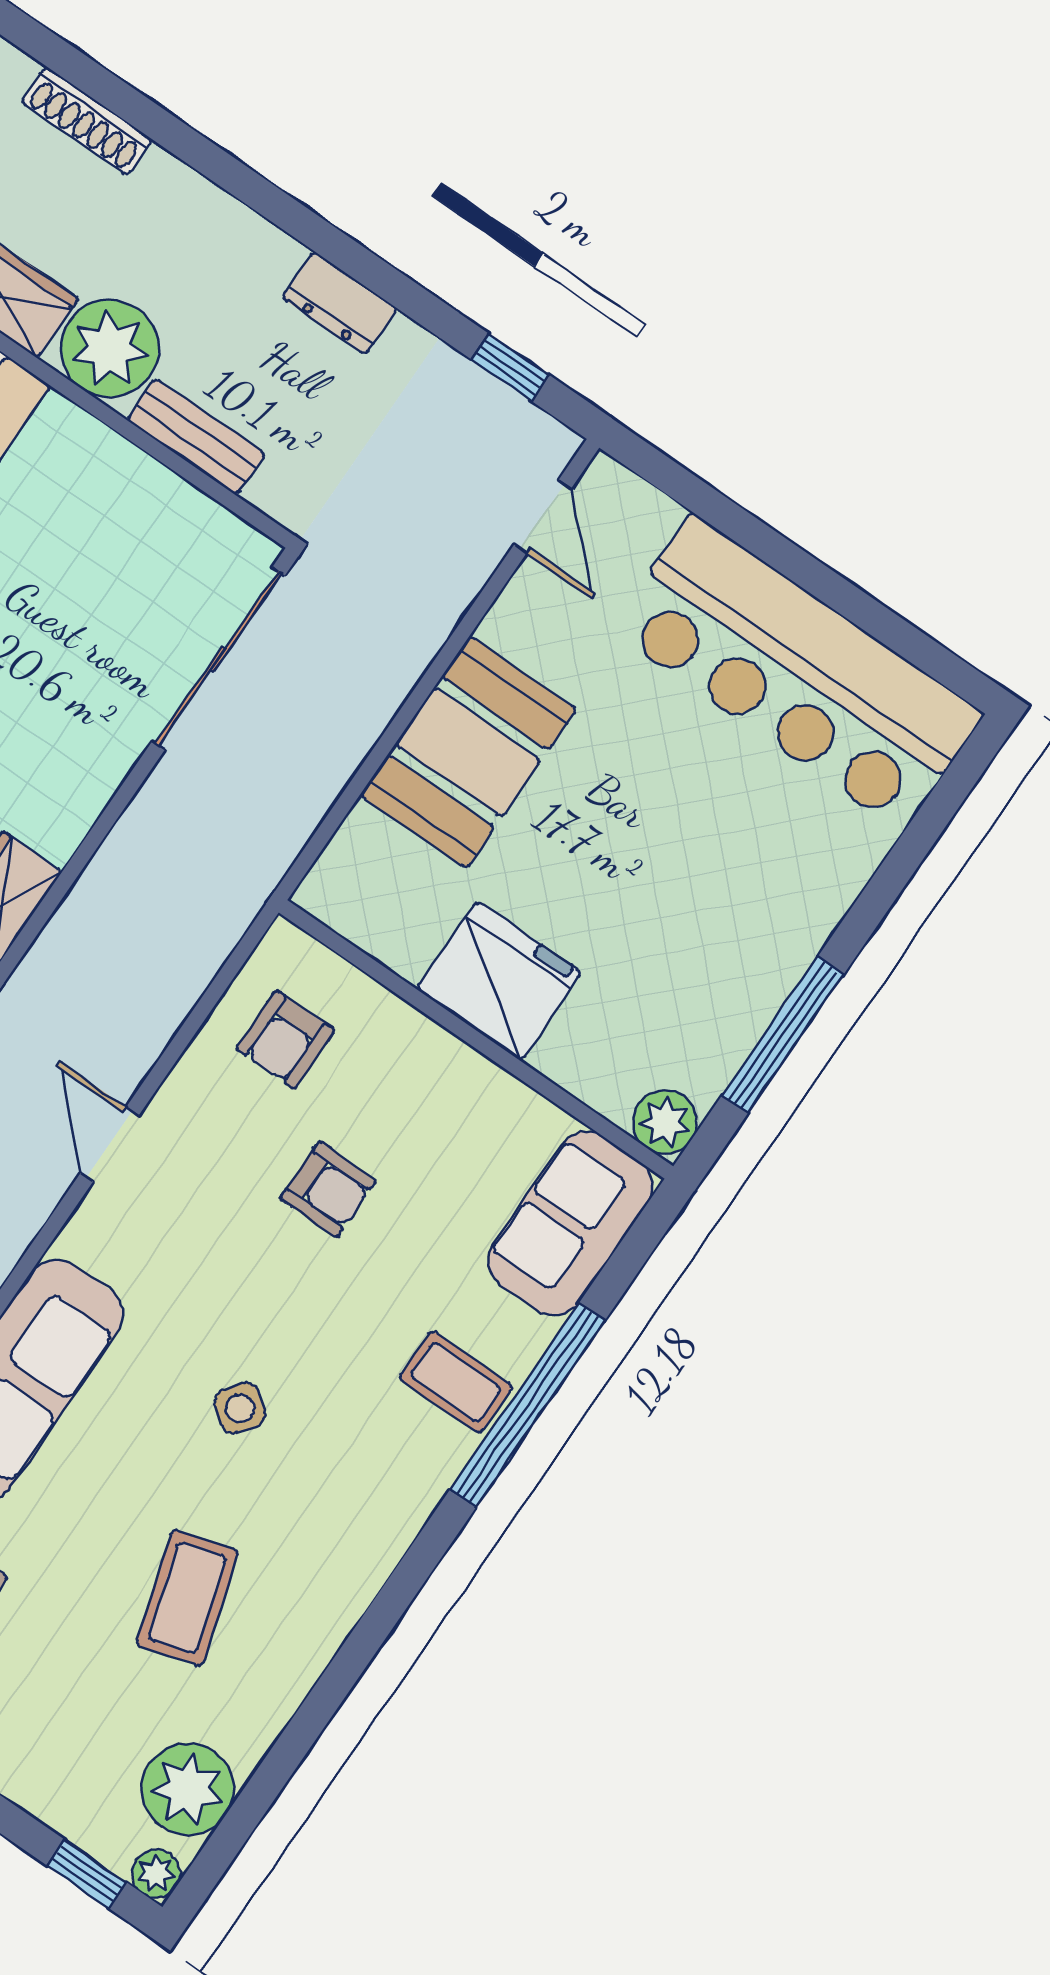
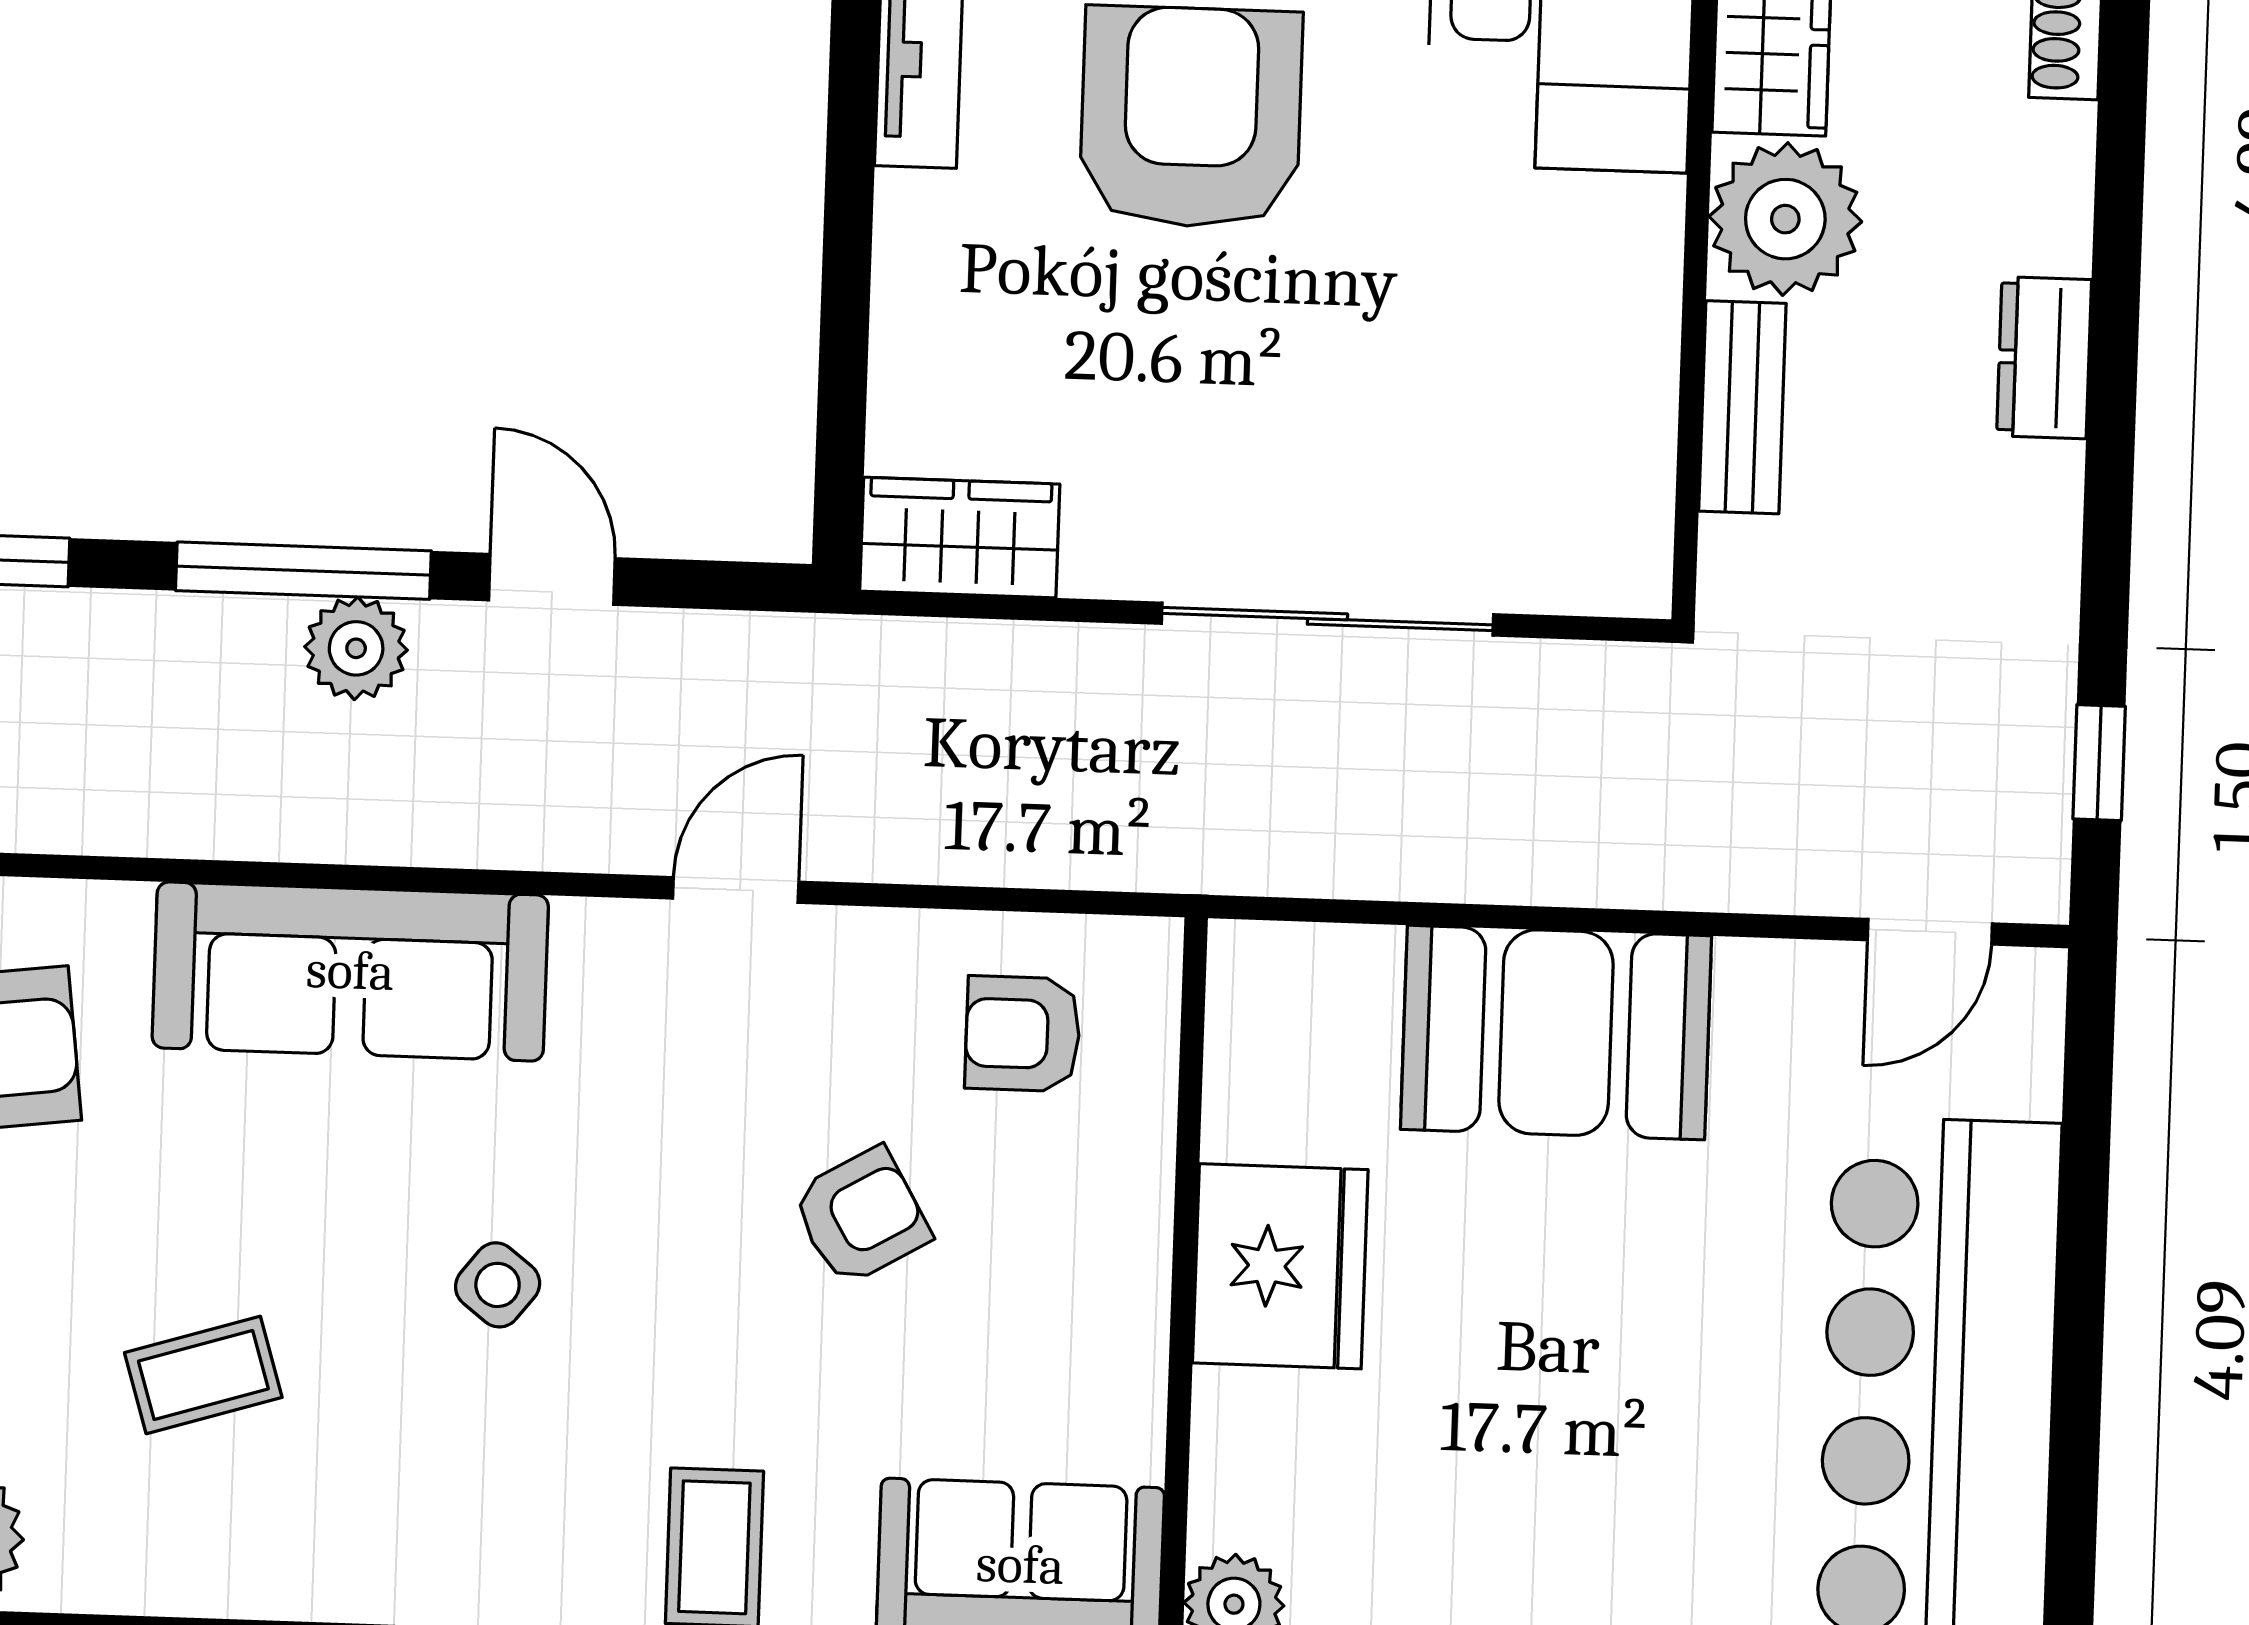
dresser: (340, 303) -> (2044, 358), moved
sliding door: (218, 659) -> (1327, 619), moved
armchair: (328, 1189) -> (861, 1216), turned -120
coffee table: (187, 1598) -> (203, 1375), width x0.73, depth x0.77

